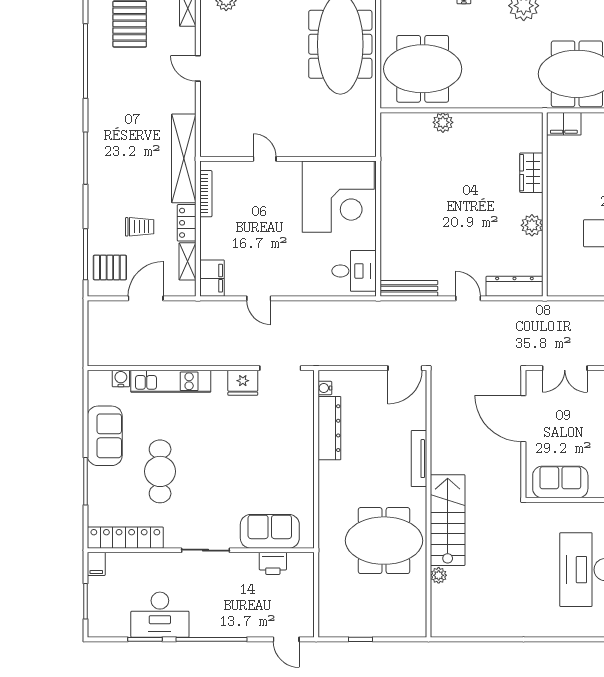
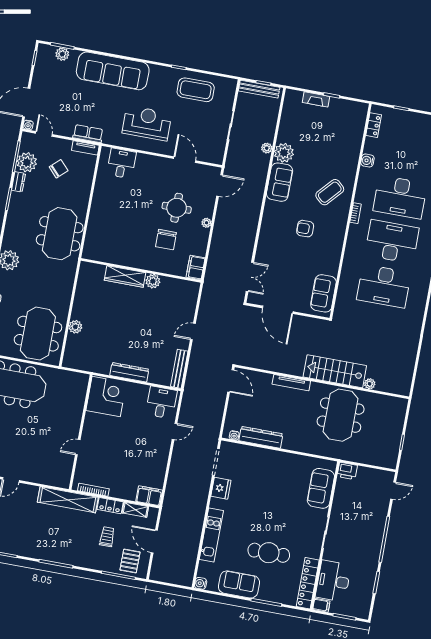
filing cabinet: (564, 124) -> (196, 268), moved, turned 180
wardrobe: (531, 173) -> (125, 276), width x1.50
corner desk: (338, 197) -> (106, 397), width x0.74, depth x0.74
dresser: (514, 286) -> (129, 372), moved, turned 90
door: (259, 298) -> (175, 431), moved
water cooler: (121, 378) -> (201, 583), moved
door: (523, 419) -> (278, 310), hinge flipped
printer: (273, 563) -> (347, 471), moved, turned 90
desk: (160, 615) -> (333, 581), moved, turned 180

